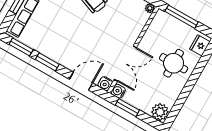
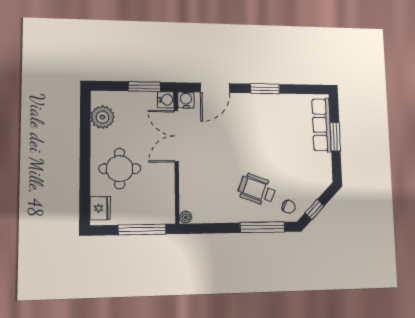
window: (21, 47) -> (303, 89), removed
plant: (160, 112) -> (102, 117), moved

